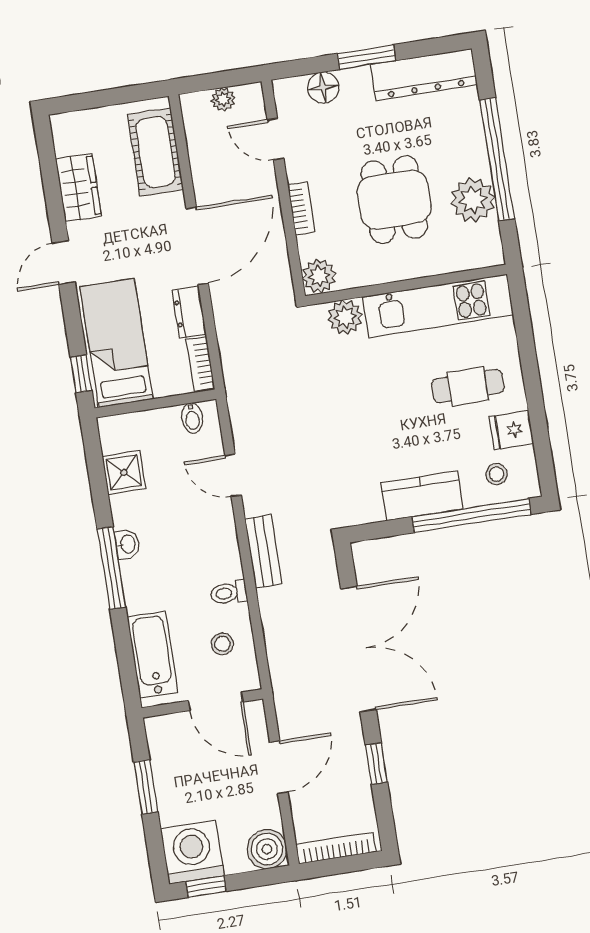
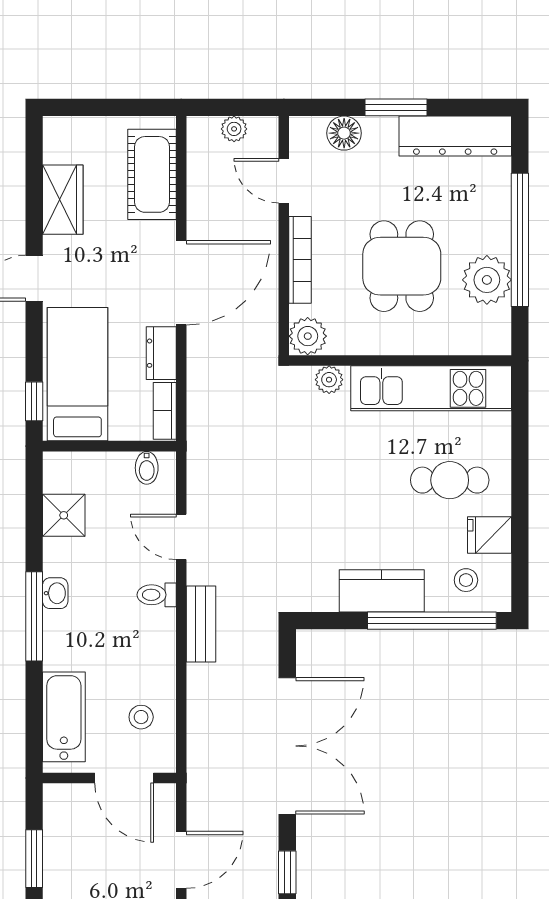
bookcase: (301, 208) -> (300, 260), width x1.56
plant: (345, 317) -> (329, 380), width x0.73, depth x0.73
toilet: (229, 593) -> (157, 595), moved

